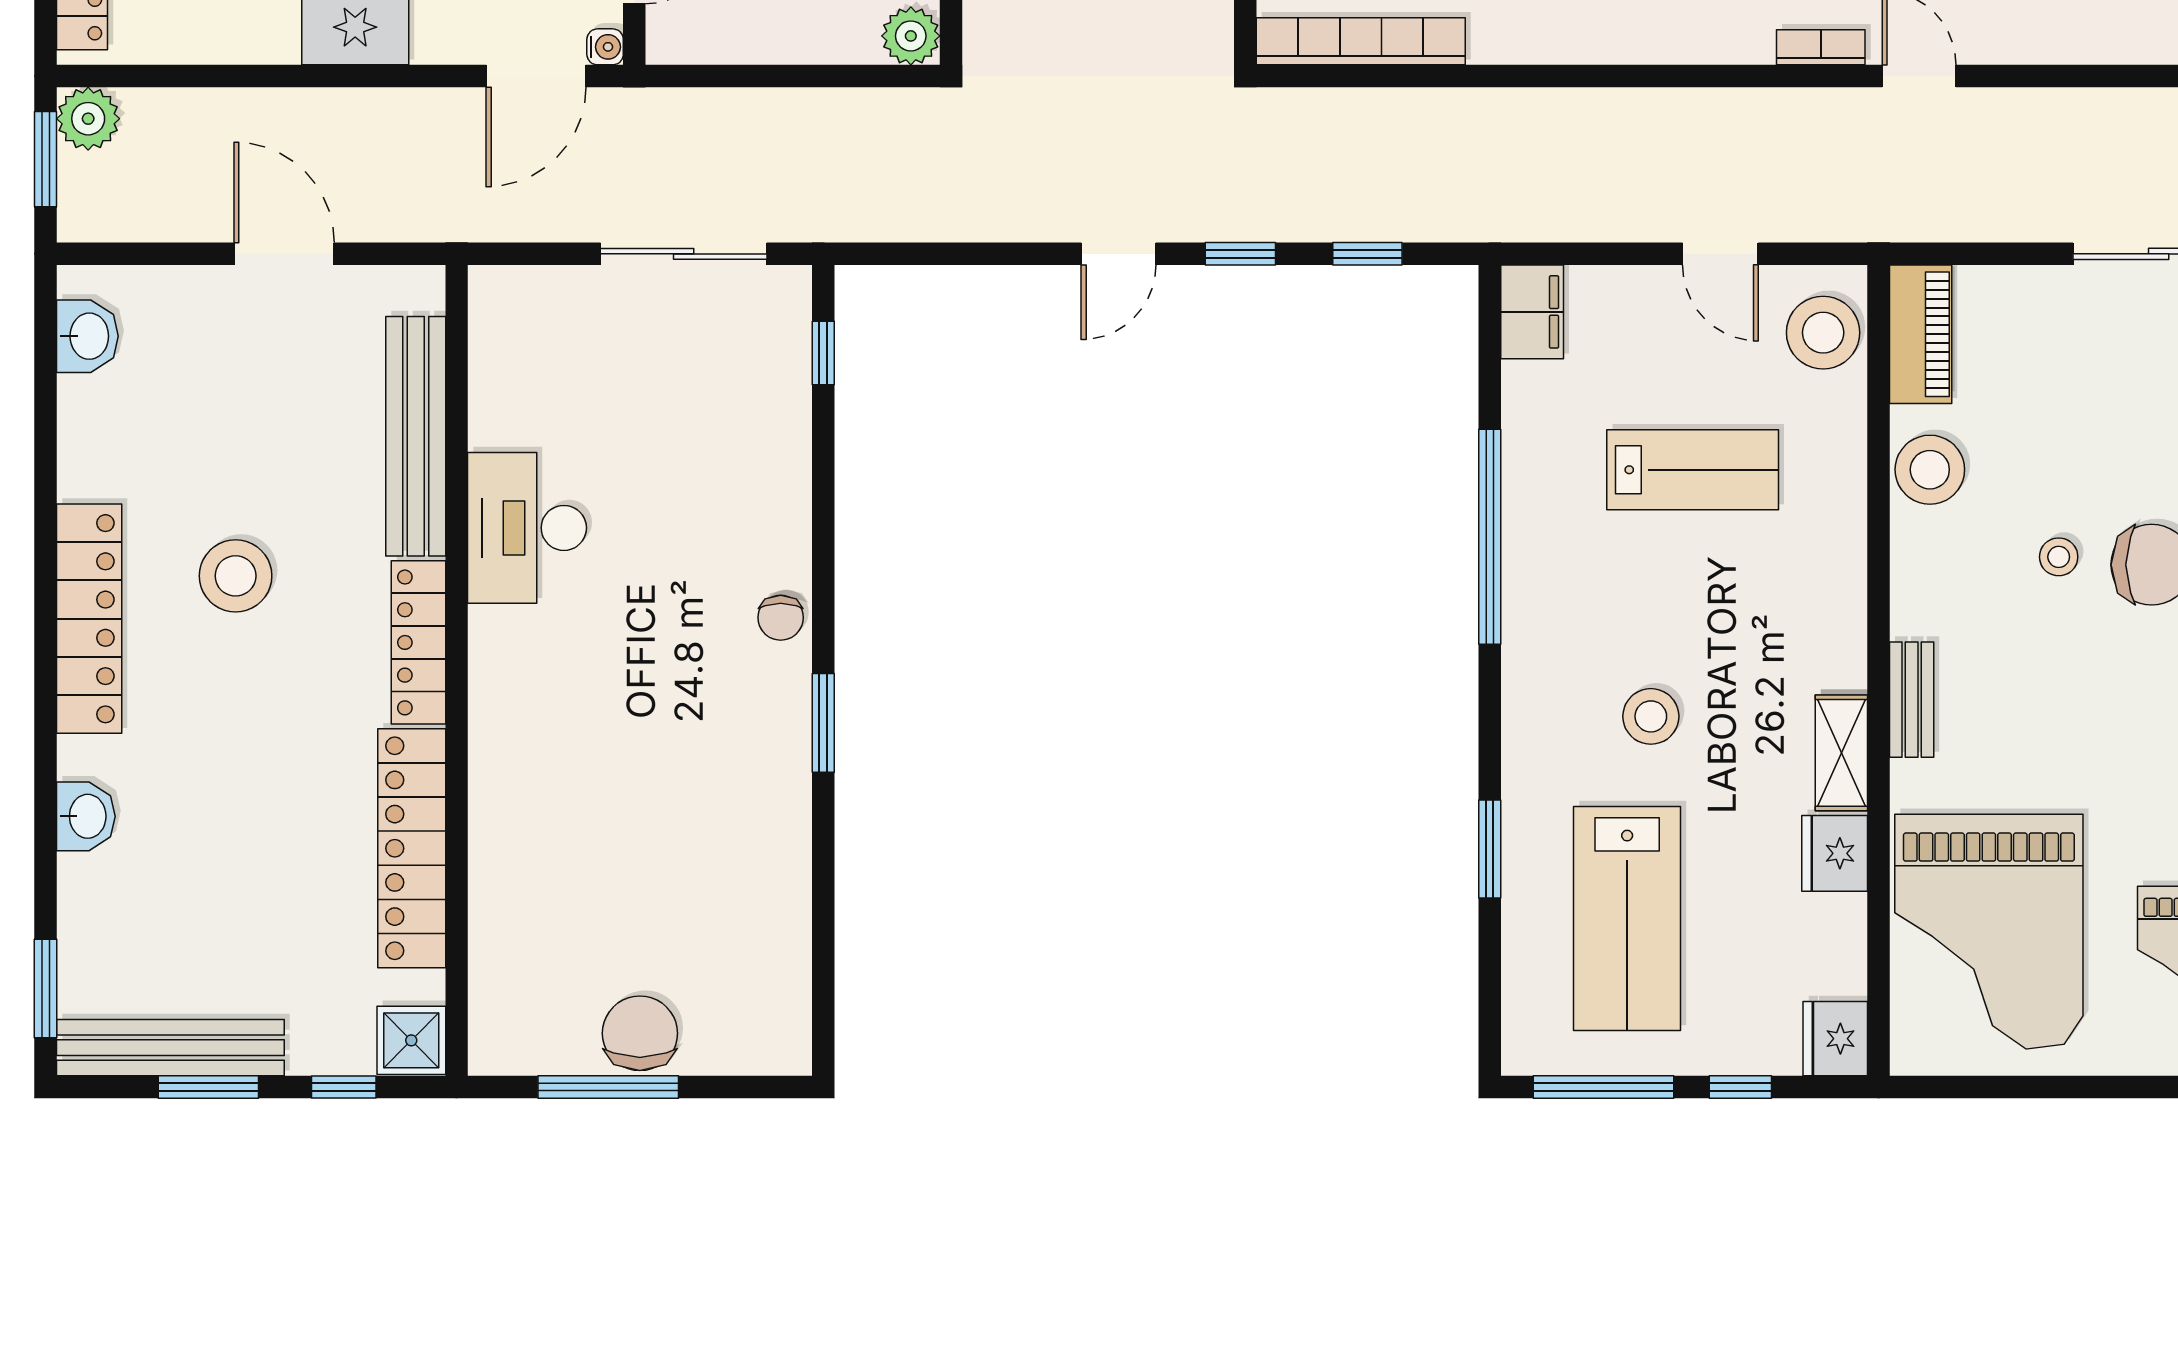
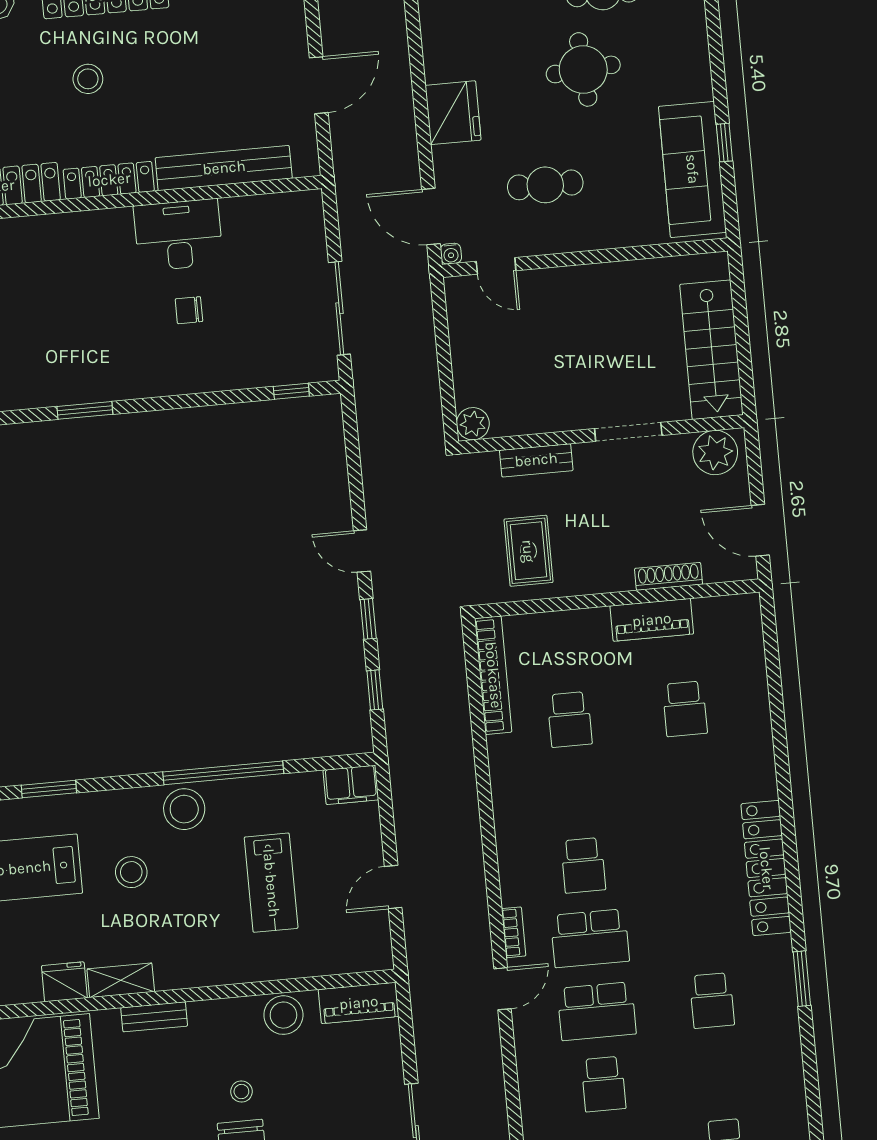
stool: (1823, 333) -> (184, 809), moved
stool: (236, 576) -> (88, 79), moved, width x0.73, depth x0.73
chair: (781, 618) -> (189, 310), moved

